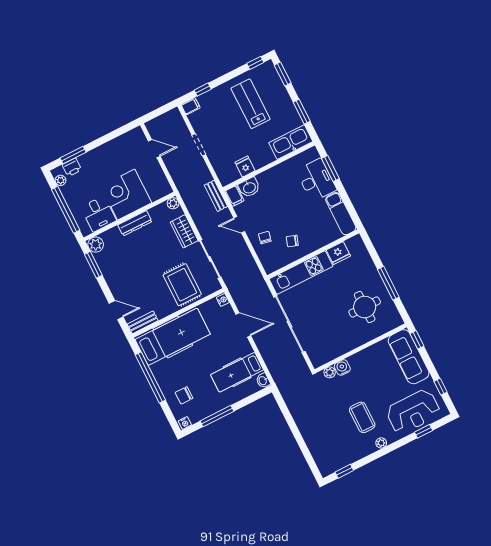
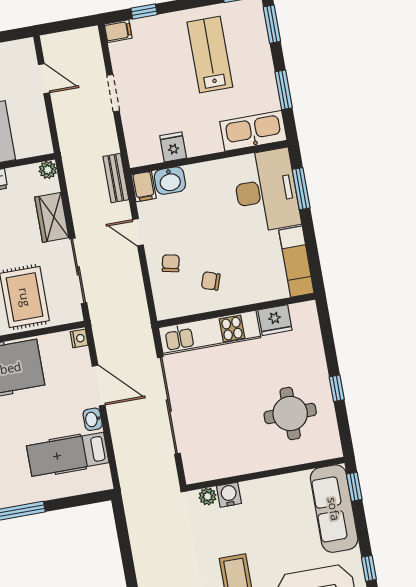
desk: (316, 180) -> (266, 191), width x1.36, depth x1.30
window: (388, 283) -> (337, 388), width x0.46
washbasin: (263, 381) -> (93, 419), moved

